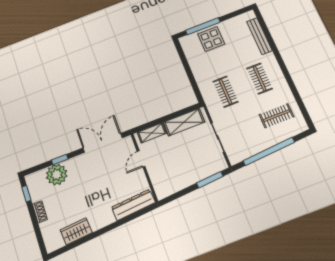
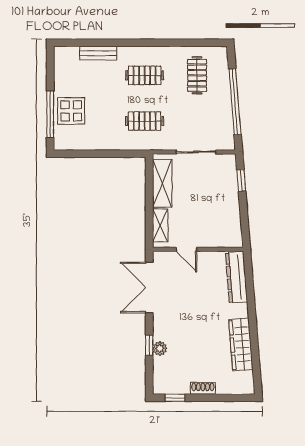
bench: (259, 36) -> (98, 53), width x0.73
plant: (57, 175) -> (160, 348), width x0.53, depth x0.53
window: (210, 180) -> (241, 180), width x0.67
wardrobe: (76, 231) -> (241, 344), width x1.50

